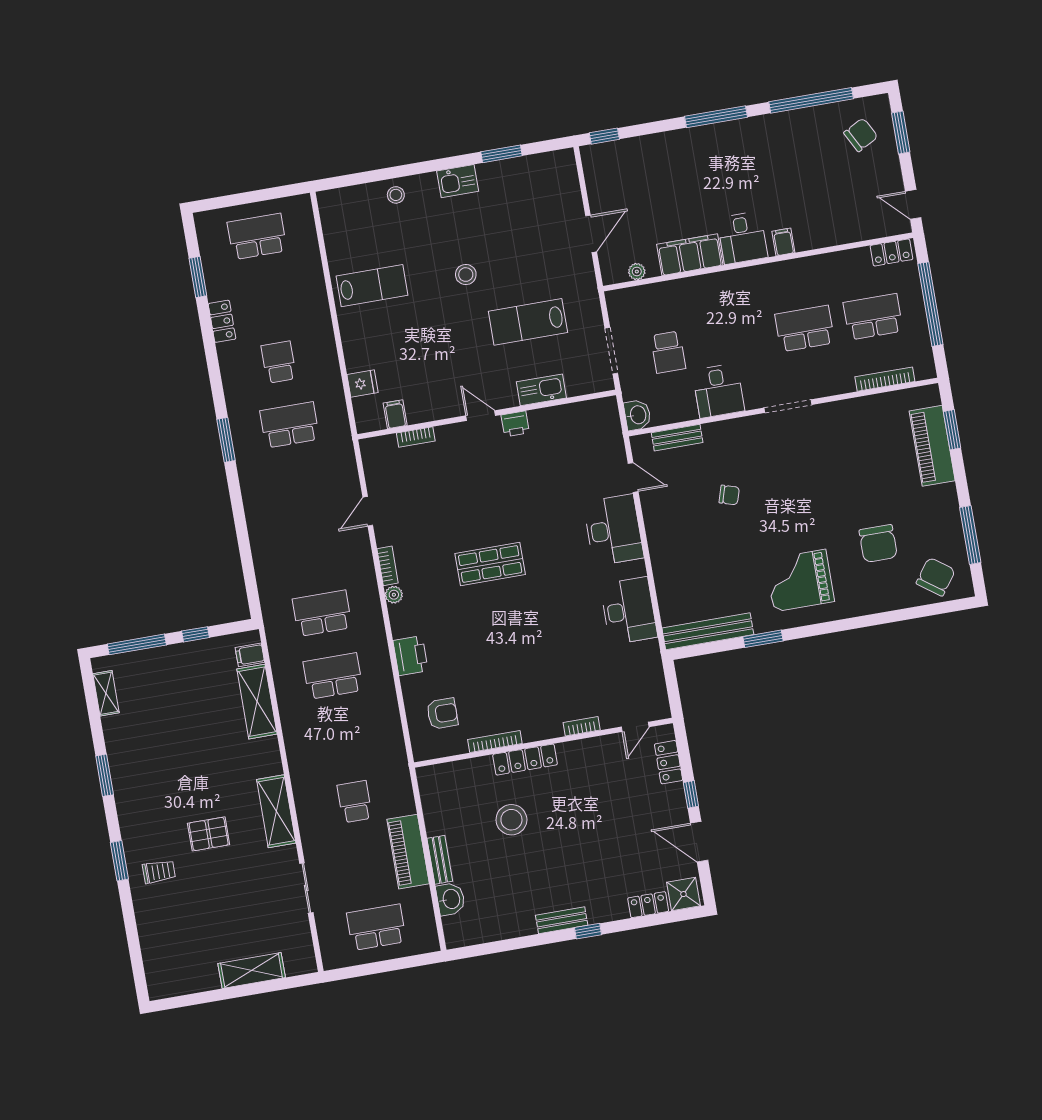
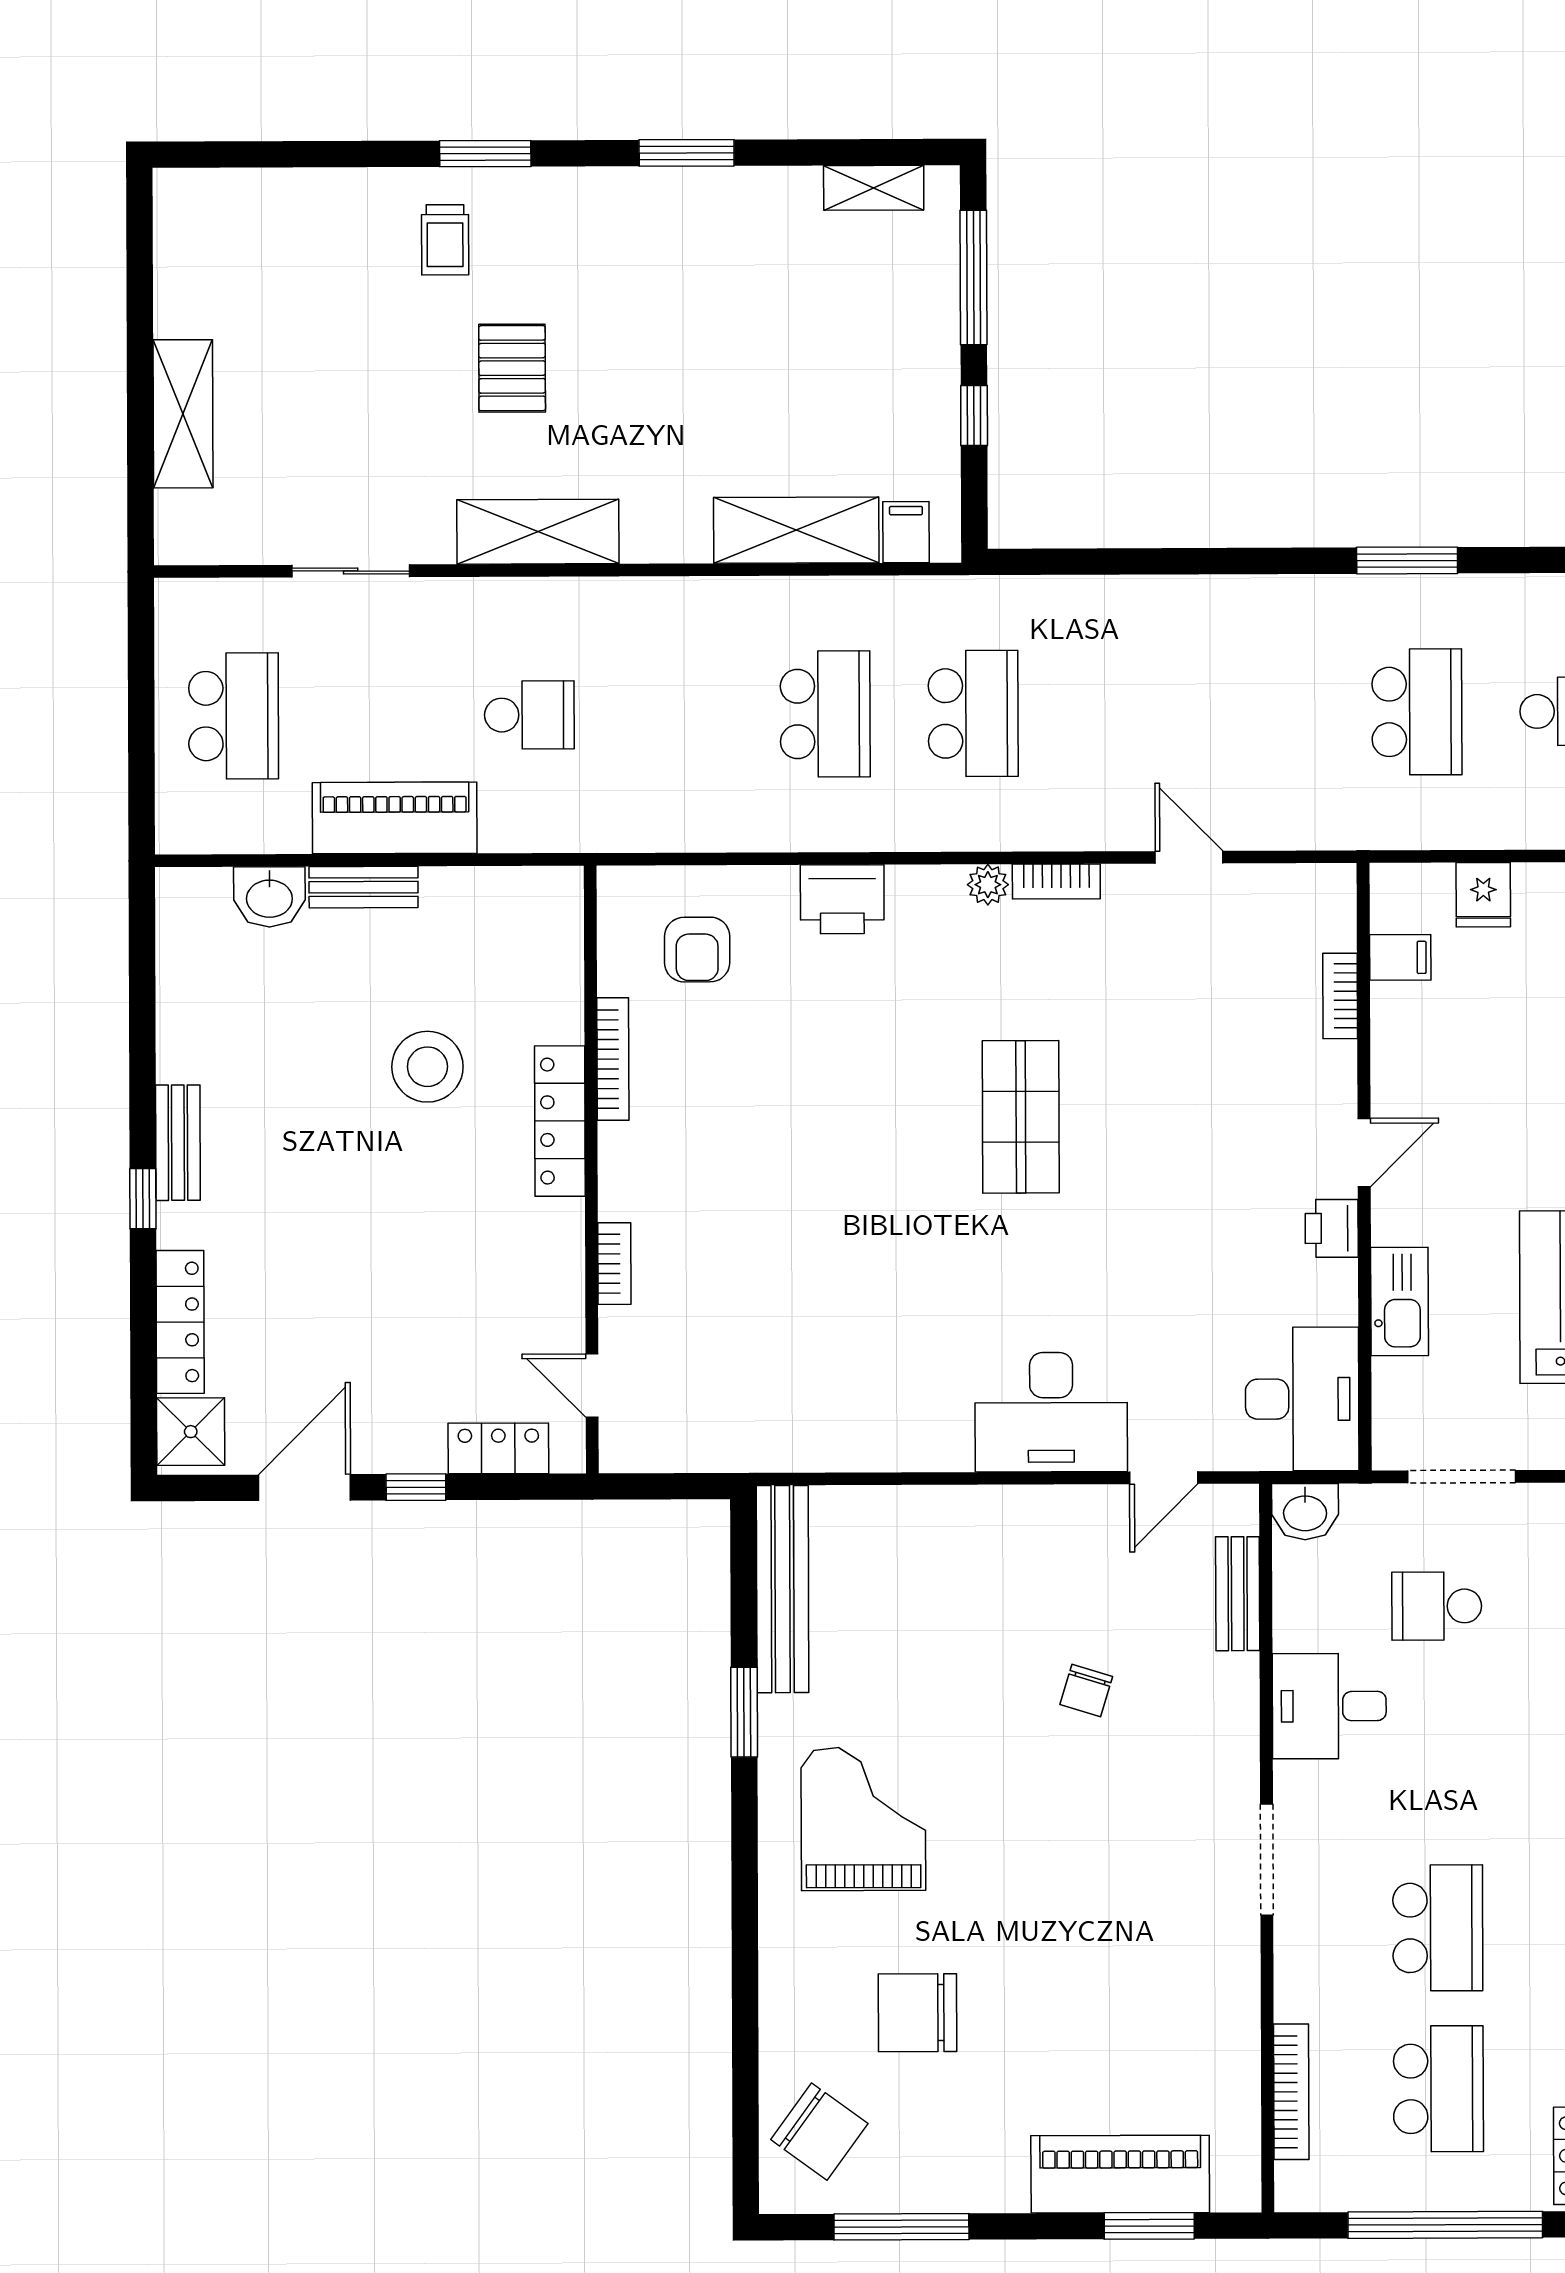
desk: (629, 611) -> (1302, 1399), moved, turned -90
locker: (648, 905) -> (180, 1322), width x1.53

